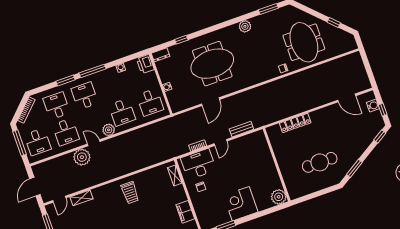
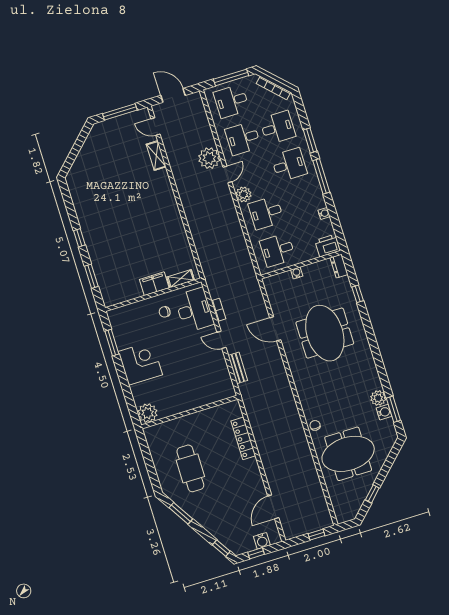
water cooler: (271, 16) -> (384, 412), added
plant: (245, 26) -> (378, 398), moved
window: (367, 64) -> (316, 535), added
trolley: (130, 193) -> (160, 219), removed
filing cabinet: (185, 212) -> (154, 284), moved

